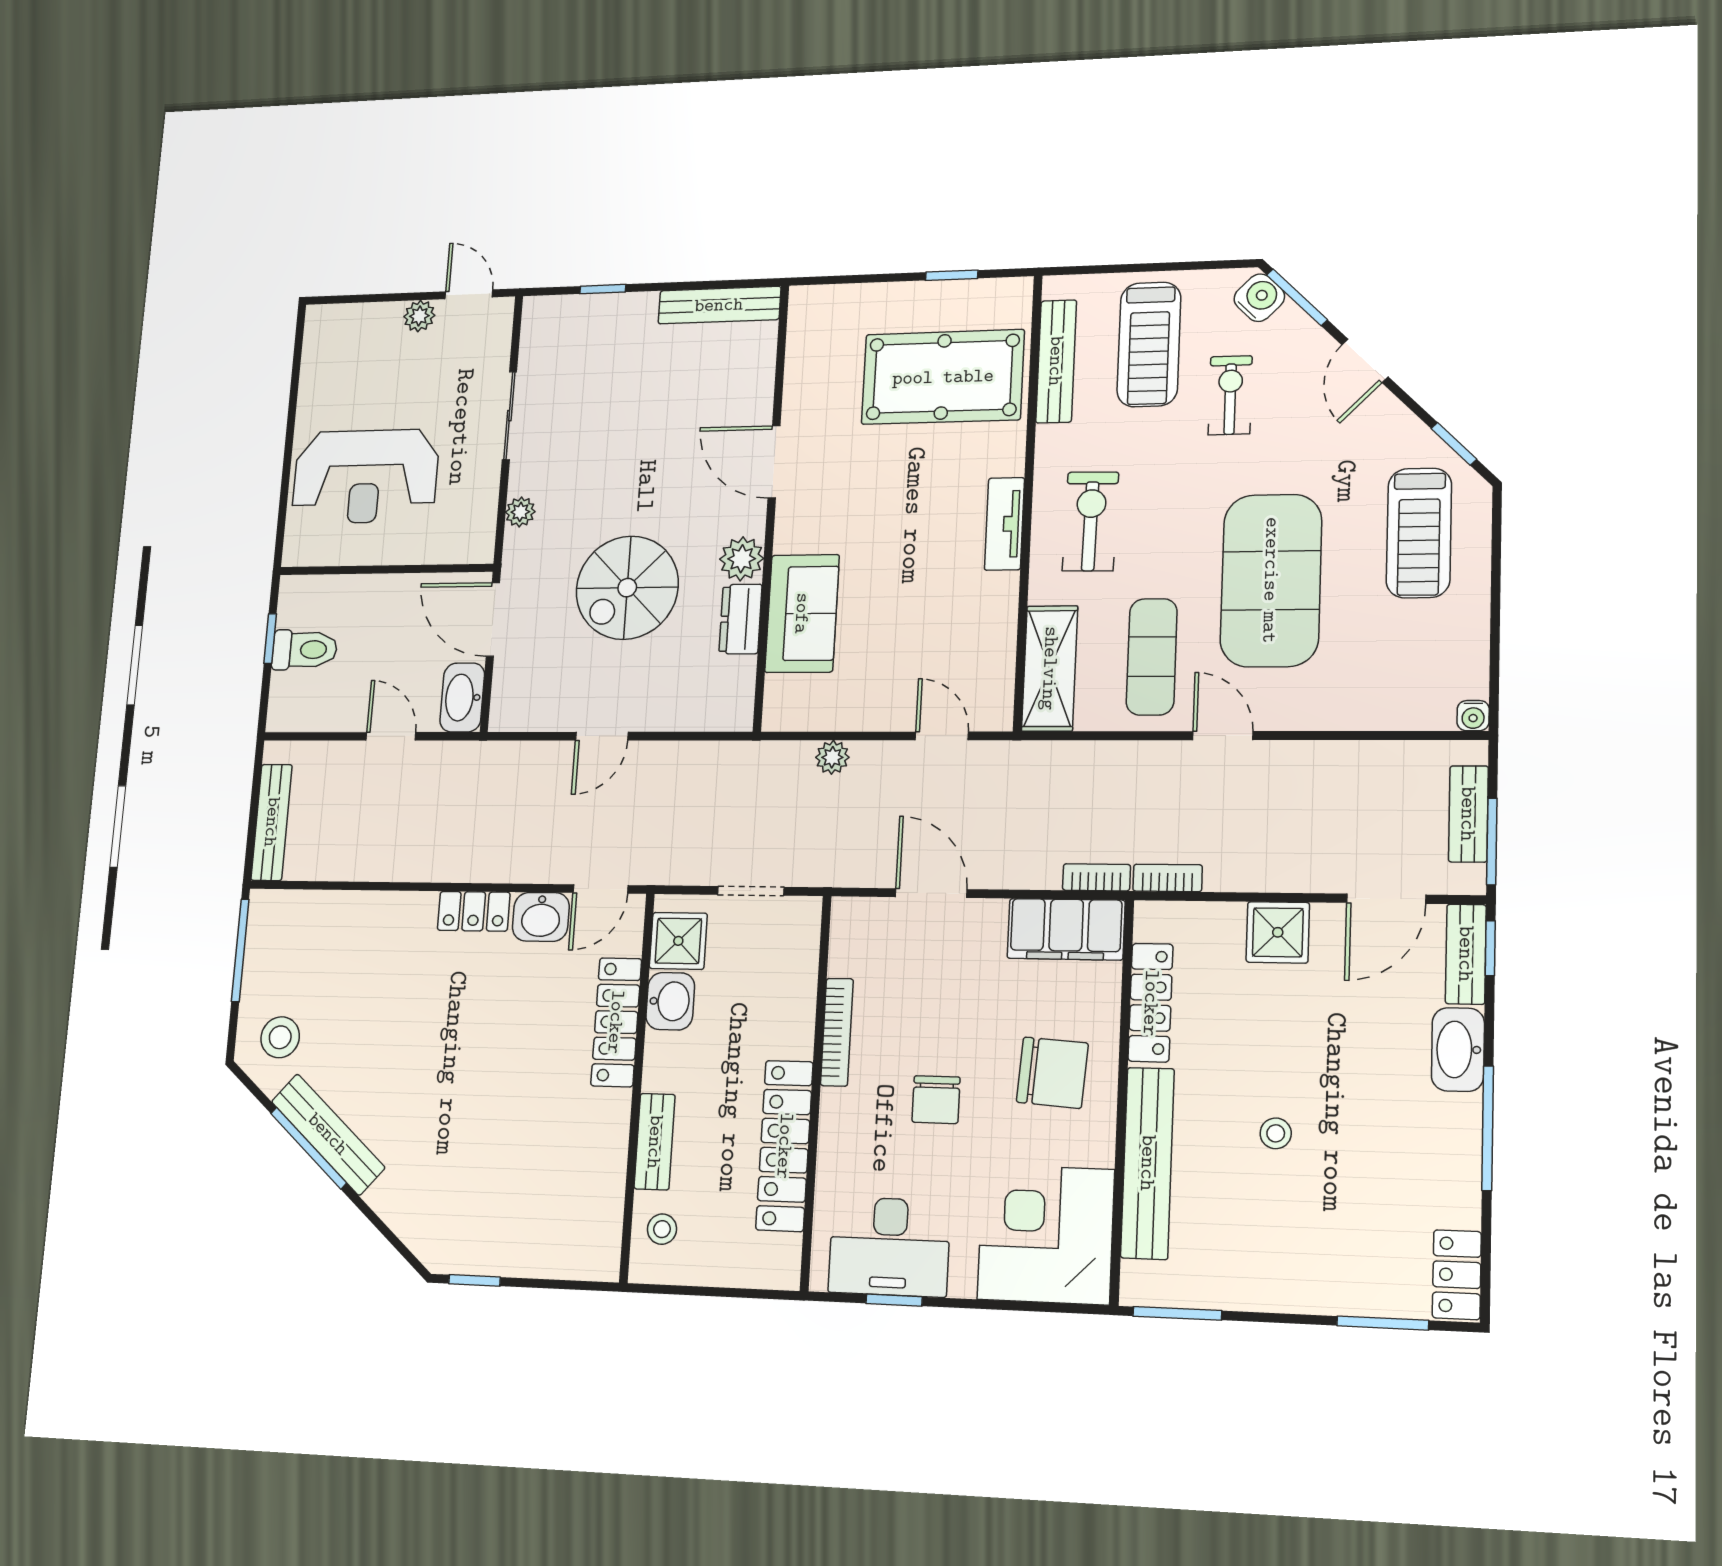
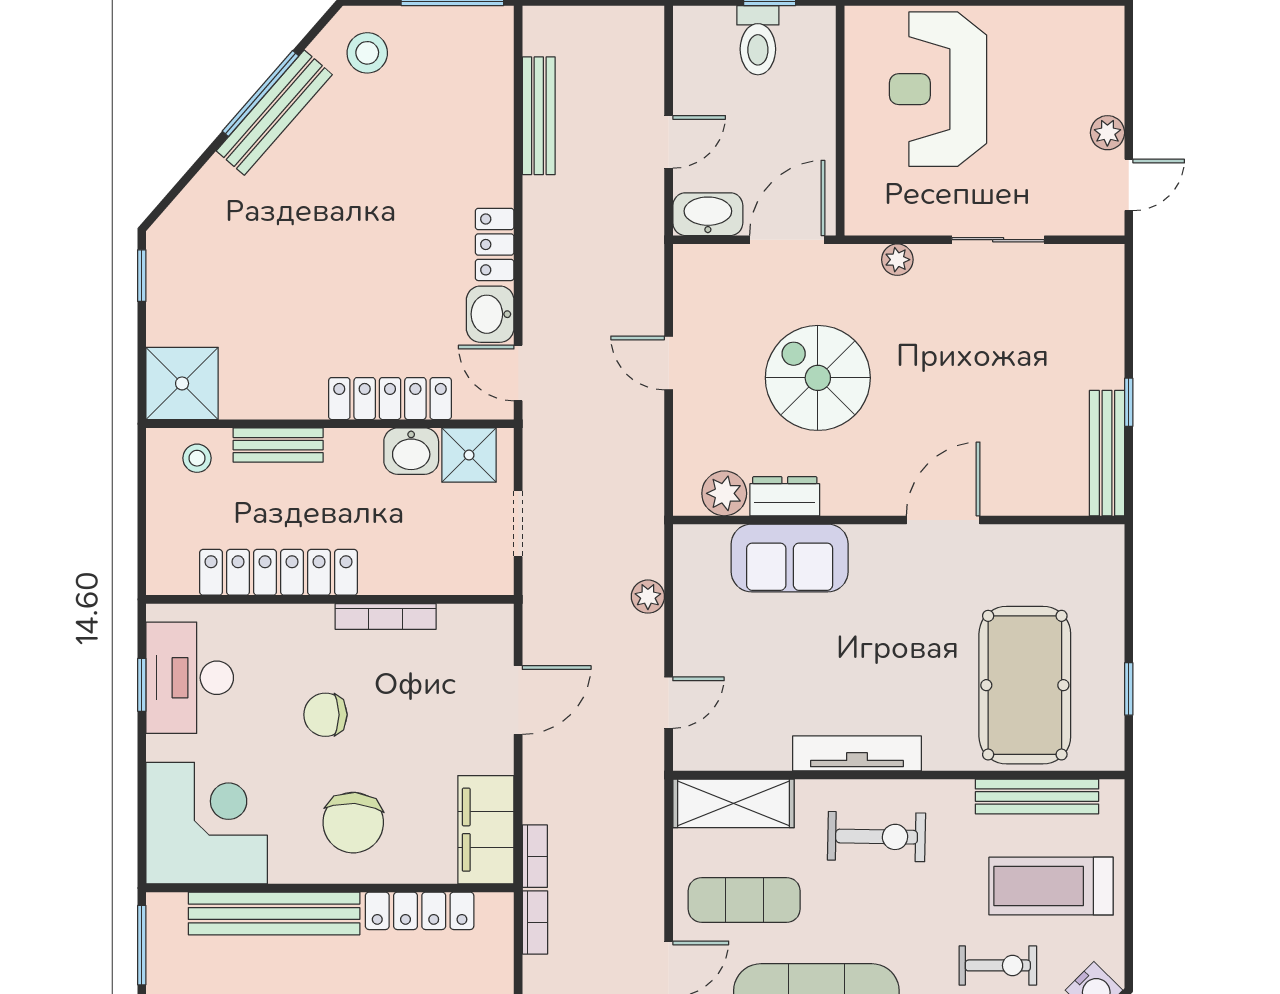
window: (603, 289) -> (1129, 402), moved
tv unit: (1005, 524) -> (857, 753), width x1.41
plant: (742, 559) -> (724, 493), moved
bench: (272, 822) -> (539, 116), moved, turned 90
shower: (585, 1242) -> (182, 383), added

